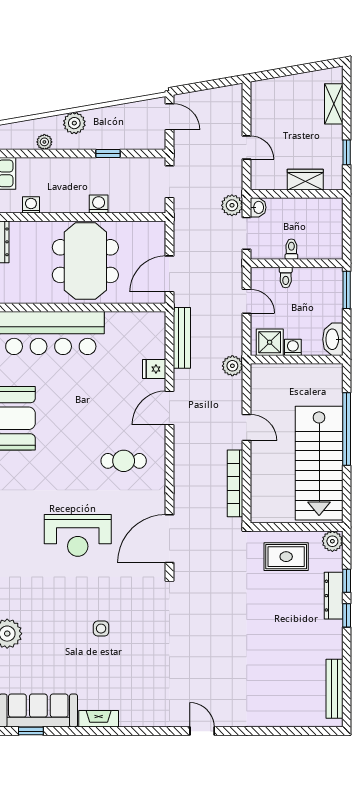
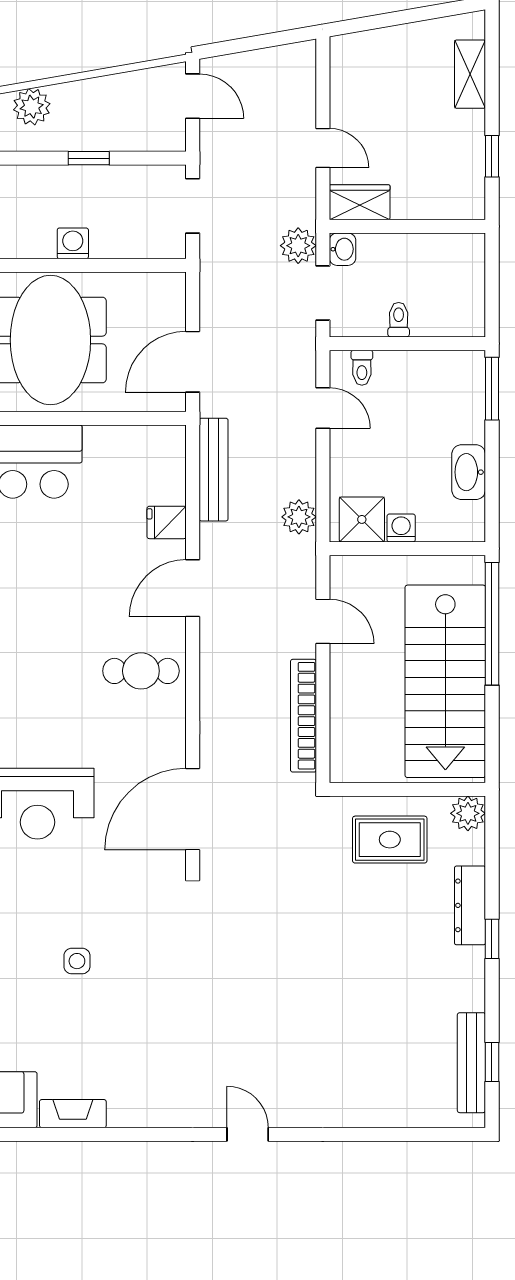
wardrobe: (305, 180) -> (360, 202), moved
toilet: (286, 277) -> (362, 368), moved
shower: (270, 342) -> (362, 519), moved
washing machine: (293, 347) -> (401, 528), moved
wall: (297, 359) -> (407, 549), moved
cafe table: (124, 461) -> (141, 671), moved
window: (347, 581) -> (492, 1062), moved

